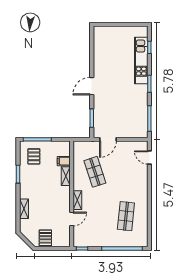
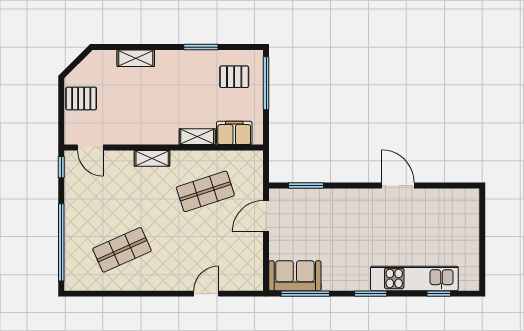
door: (92, 86) -> (398, 186), moved
sofa: (140, 124) -> (295, 276), added
door: (108, 139) -> (266, 216), hinge flipped
door: (149, 158) -> (206, 294), moved
filing cabinet: (64, 161) -> (234, 133), width x2.00
shop shelf: (126, 216) -> (122, 250), turned -30
door: (72, 219) -> (90, 148), moved

